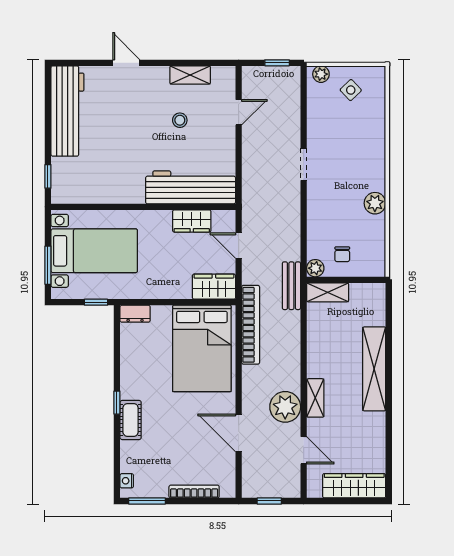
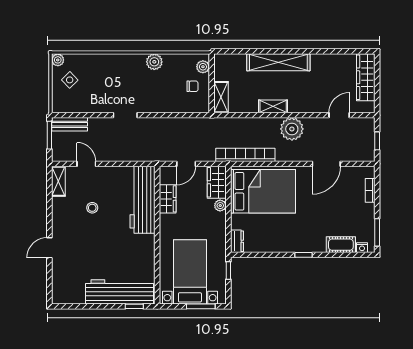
window: (277, 63) -> (49, 135), width x1.50
plant: (321, 74) -> (58, 60), moved
shelving: (190, 75) -> (58, 181), moved
workbench: (67, 111) -> (119, 292), moved
plant: (315, 268) -> (203, 67), moved
bench: (291, 286) -> (70, 124), moved
plant: (183, 291) -> (220, 206), added
shelving: (315, 398) -> (273, 106), moved
plant: (285, 407) -> (292, 129), moved
cot: (131, 420) -> (341, 245), moved
bookcase: (194, 492) -> (370, 190), width x0.64

